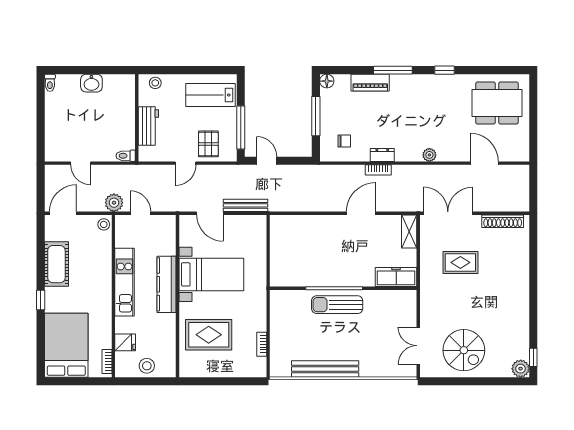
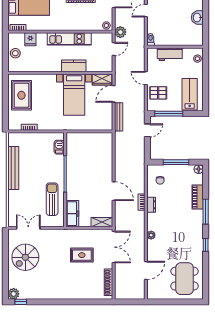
wardrobe: (188, 231) -> (102, 79), added
rug: (460, 262) -> (82, 255), turned 90
kitchen counter: (166, 284) -> (74, 66), width x0.67
barbecue: (293, 298) -> (59, 147), added
sun lounger: (337, 305) -> (52, 199), moved
rug: (209, 335) -> (21, 95), moved

